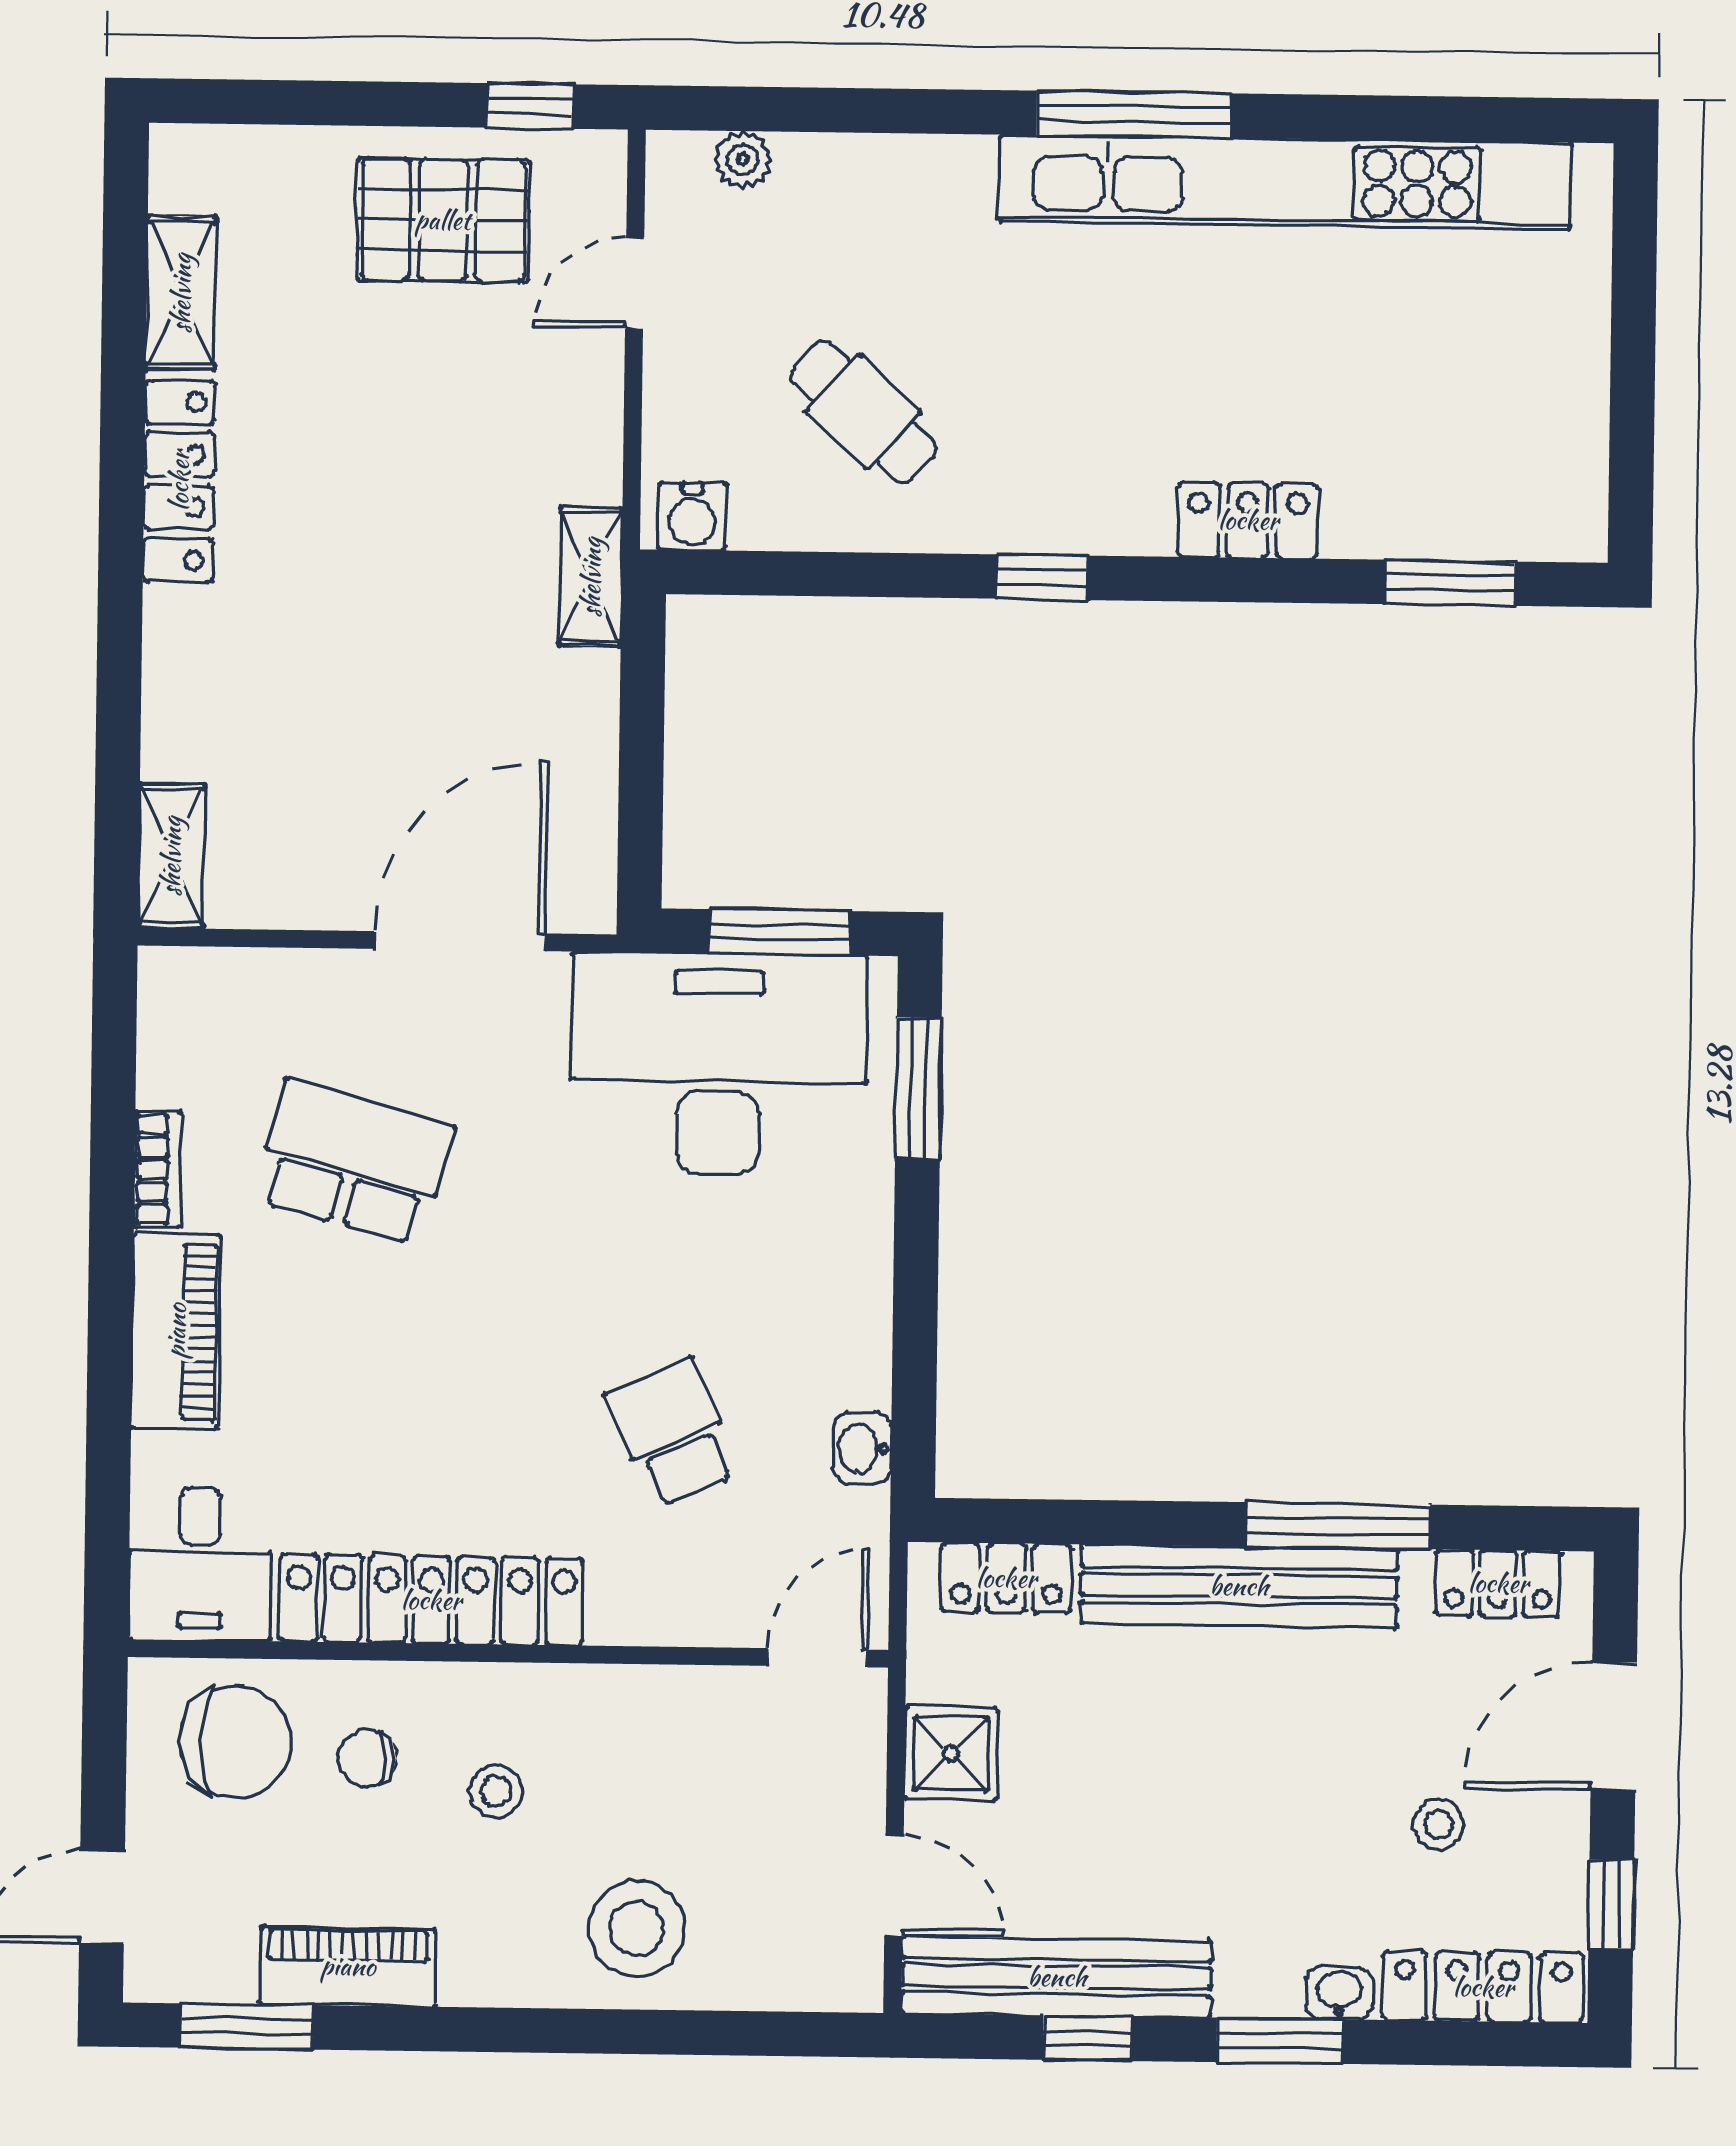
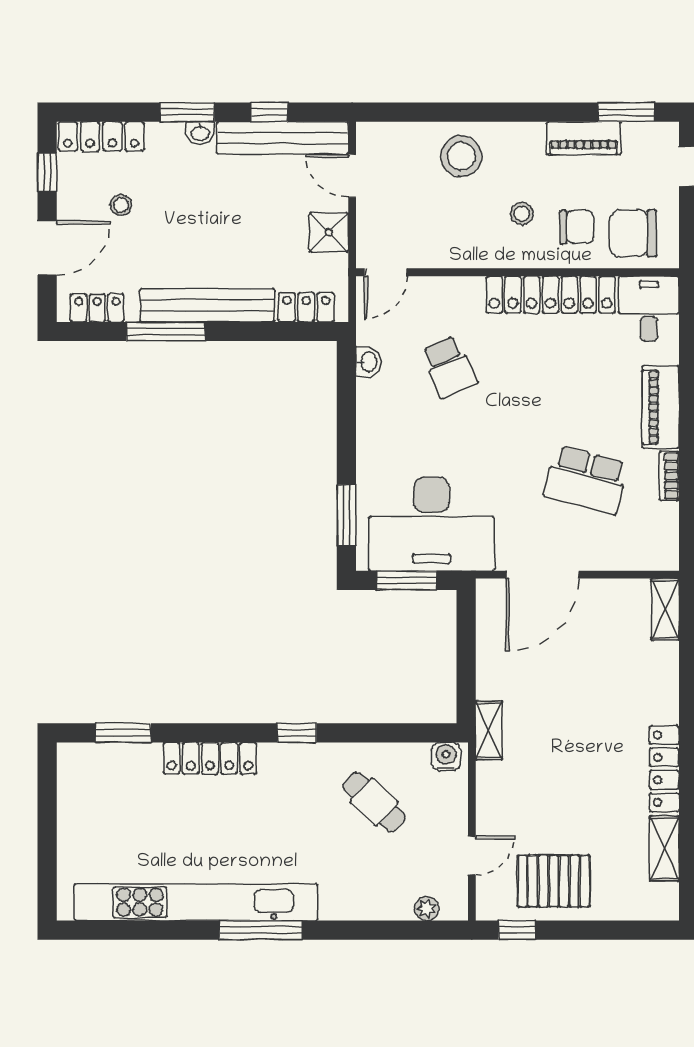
locker: (1248, 520) -> (210, 758), width x1.53
chair: (367, 1758) -> (577, 227), width x1.37, depth x1.37
washbasin: (1339, 1993) -> (200, 133), moved

